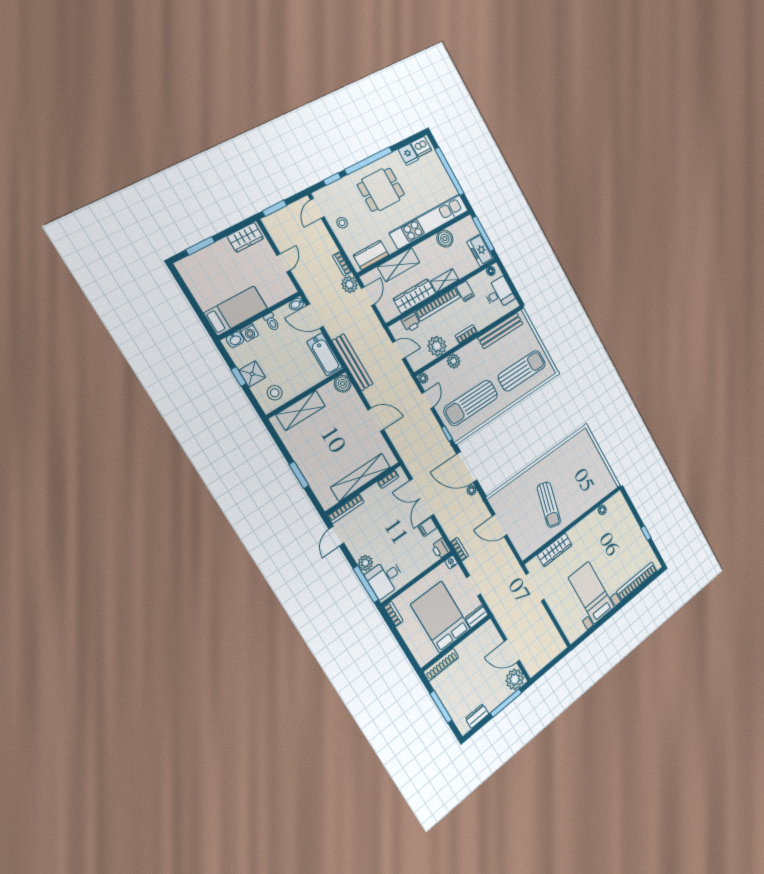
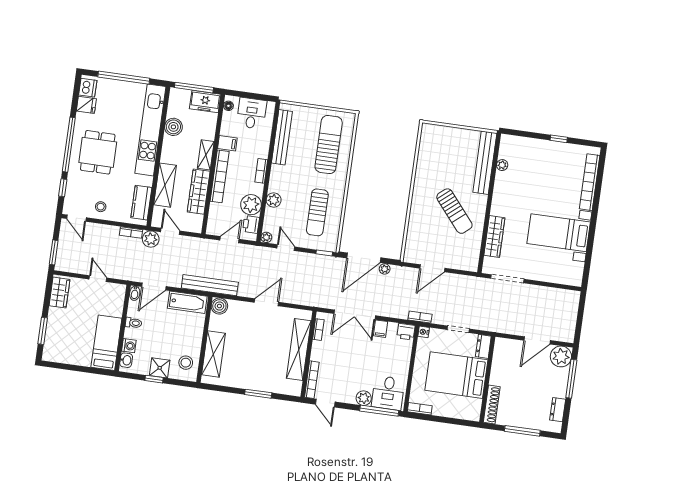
printer: (411, 322) -> (251, 224), moved, turned 180
sun lounger: (471, 403) -> (317, 212), width x0.73, depth x0.75
bench: (595, 496) -> (485, 163), added
sun lounger: (549, 505) -> (454, 211), turned 35

